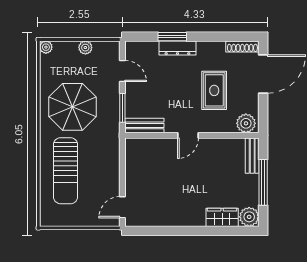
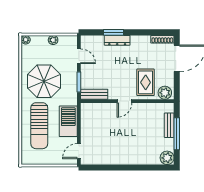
rug: (214, 90) -> (146, 82), moved
bench: (252, 156) -> (169, 125), moved
barbecue: (107, 164) -> (68, 121), added
wardrobe: (222, 217) -> (148, 158), removed

